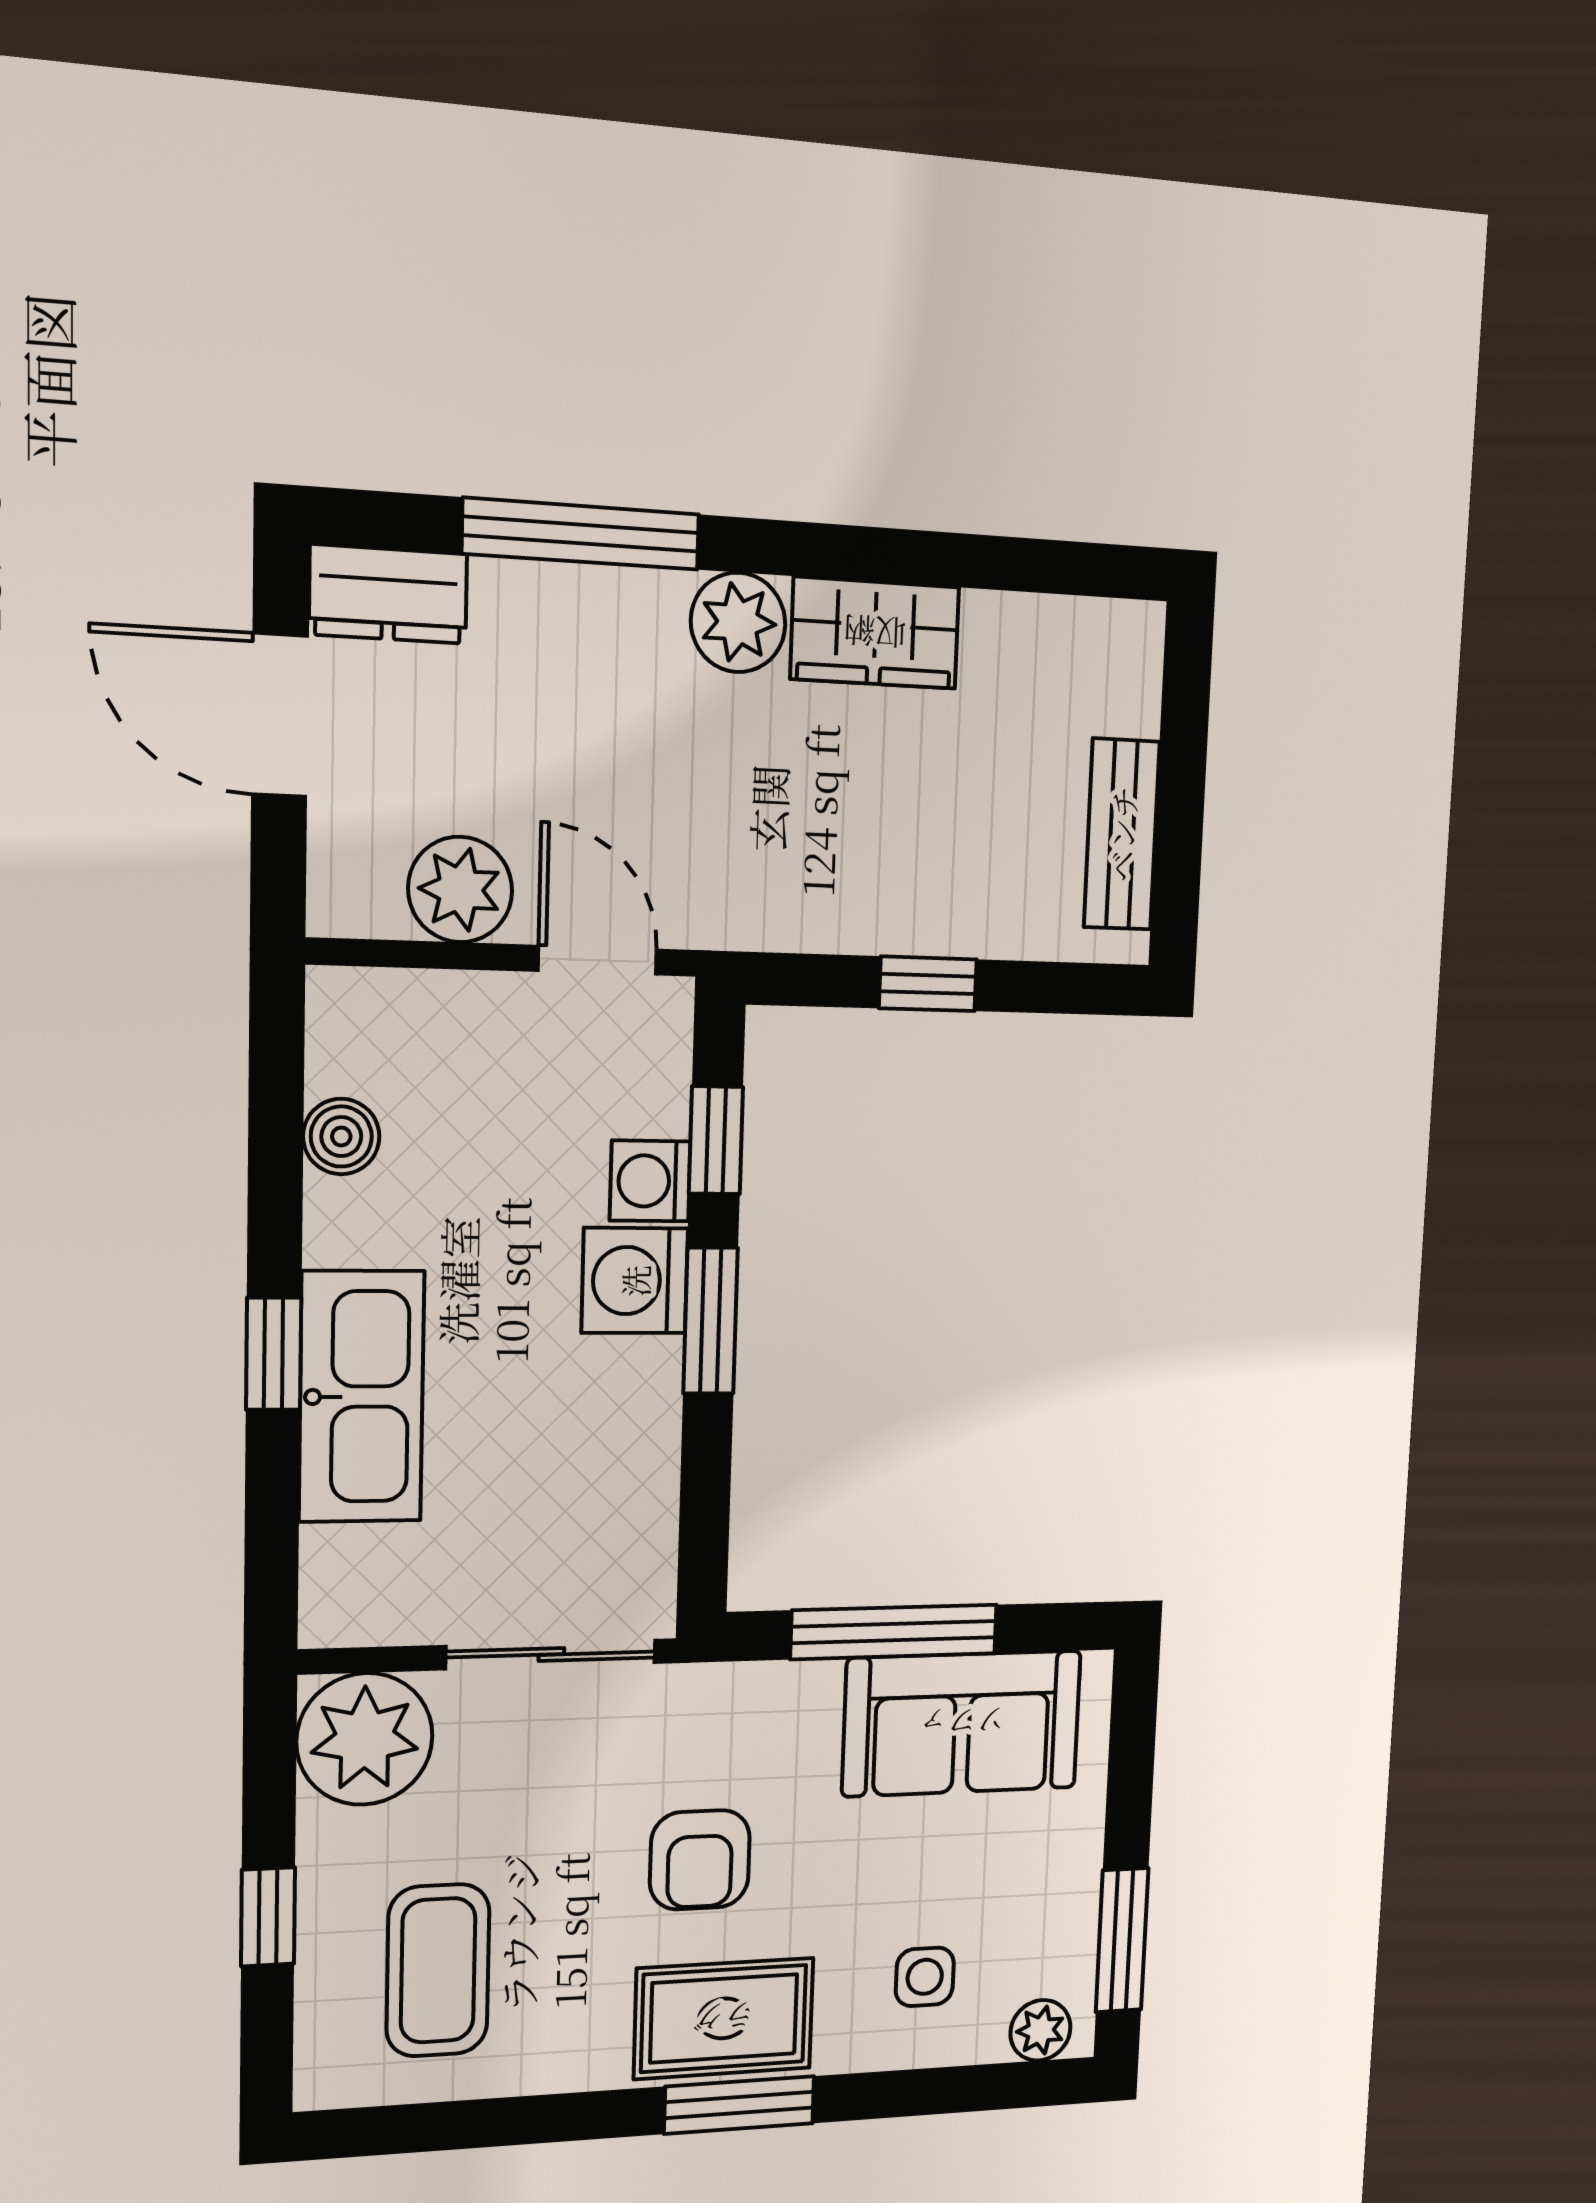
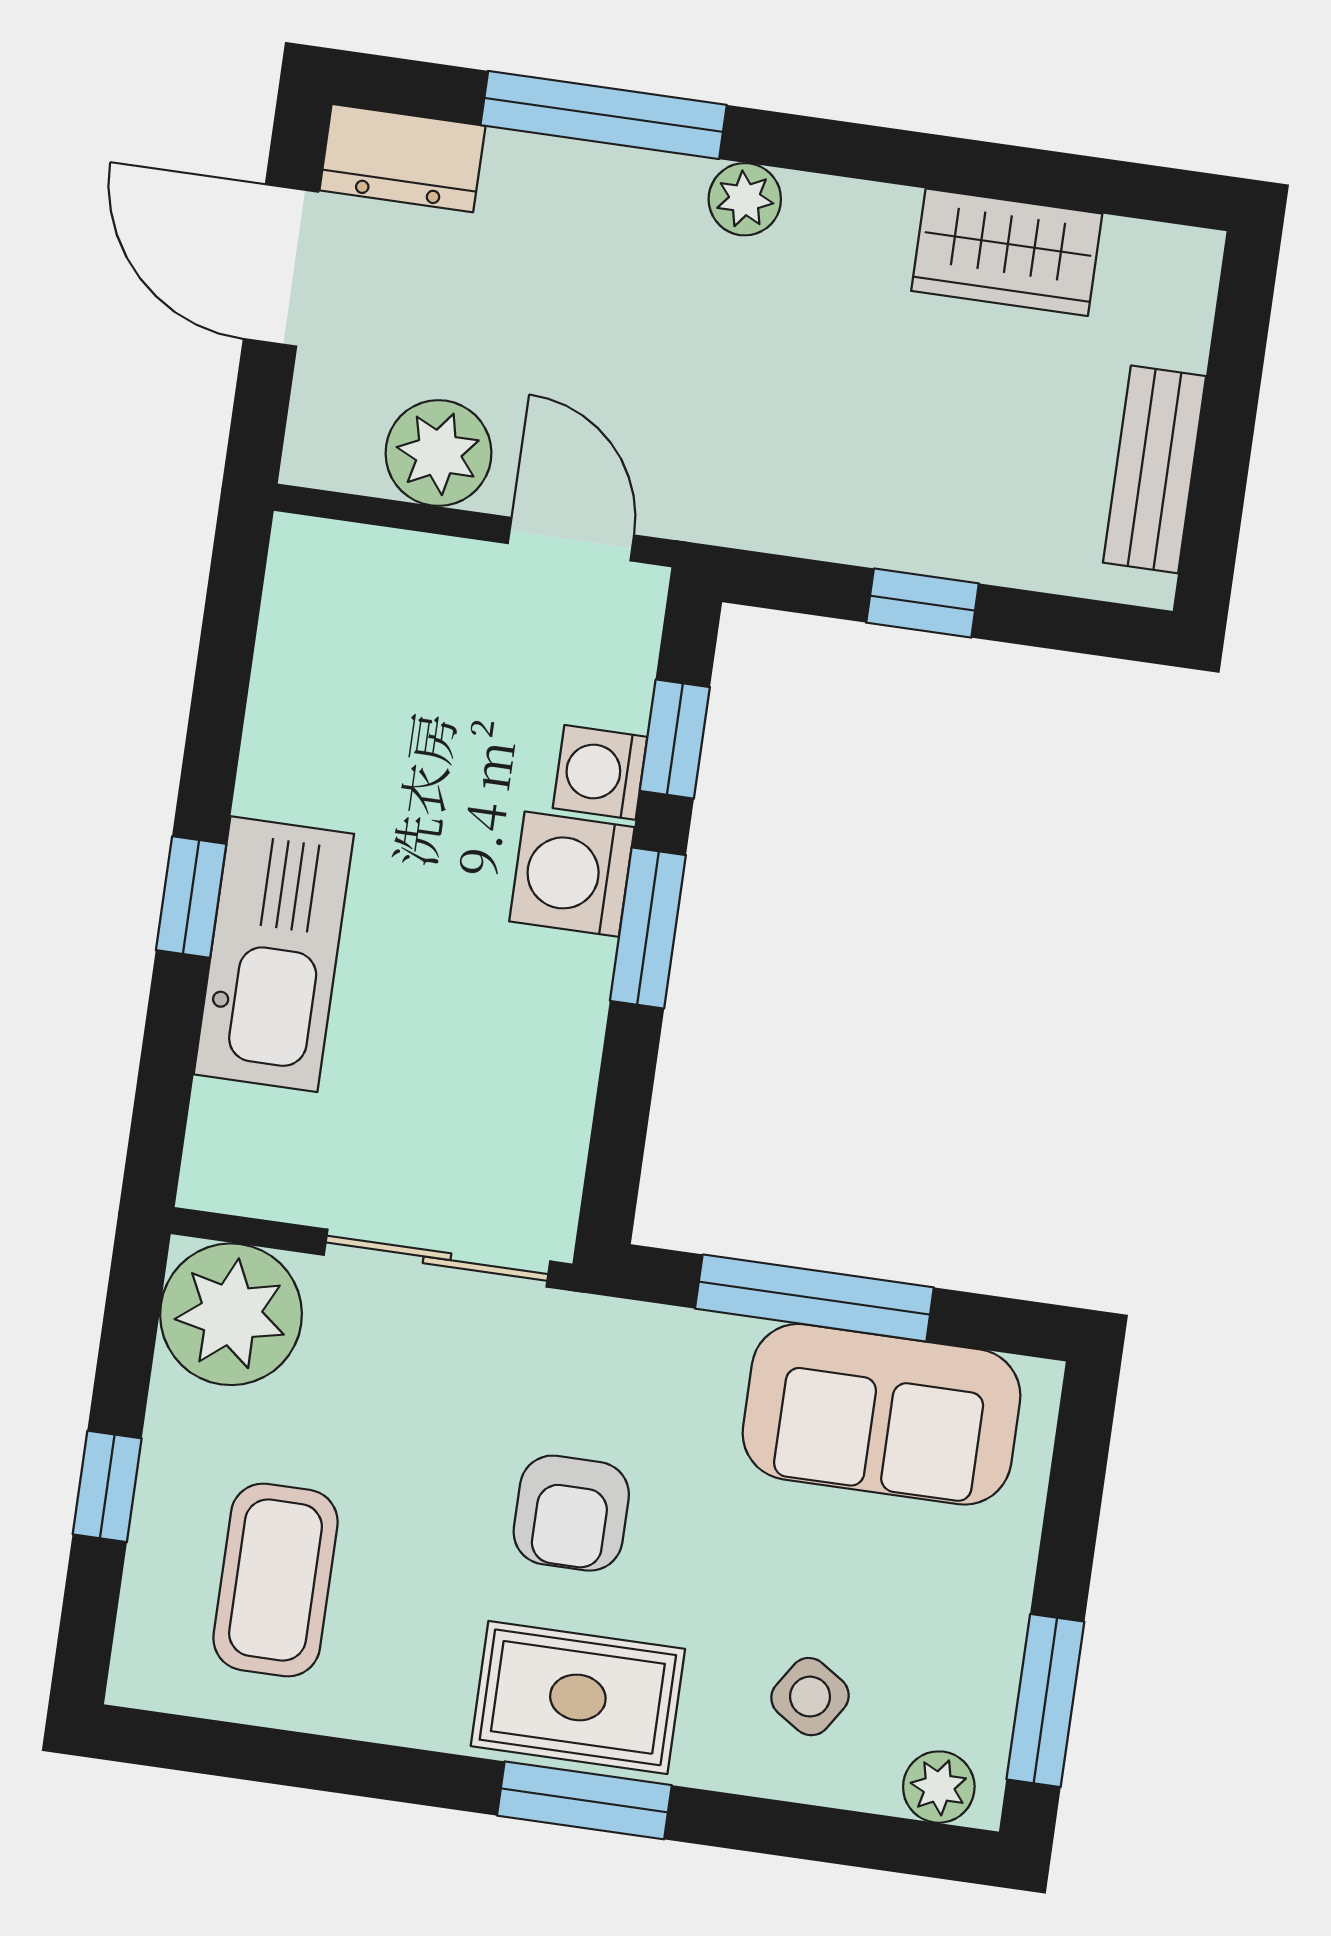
plant: (738, 622) -> (745, 199), width x0.73, depth x0.73
wardrobe: (875, 633) -> (1007, 252), moved
boiler: (341, 1137) -> (287, 686), removed
side table: (925, 1977) -> (810, 1697), turned 33

